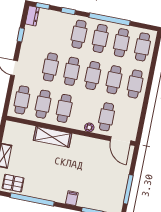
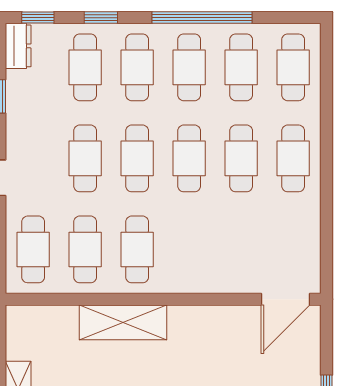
cafe table: (107, 117) -> (85, 67), moved
plant: (89, 127) -> (205, 283), removed
door: (121, 141) -> (285, 299), hinge flipped

